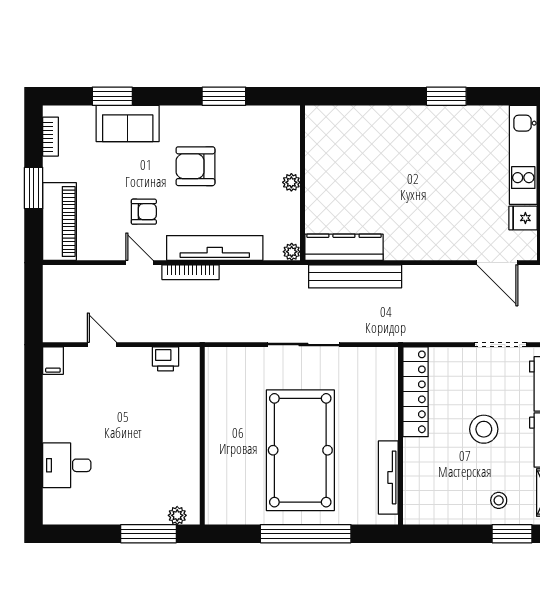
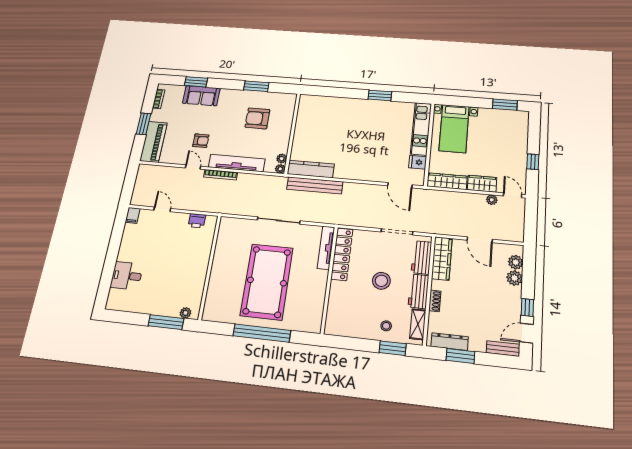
armchair: (195, 166) -> (257, 118), moved
plant: (291, 182) -> (282, 159), moved
tv unit: (388, 477) -> (326, 248), moved

